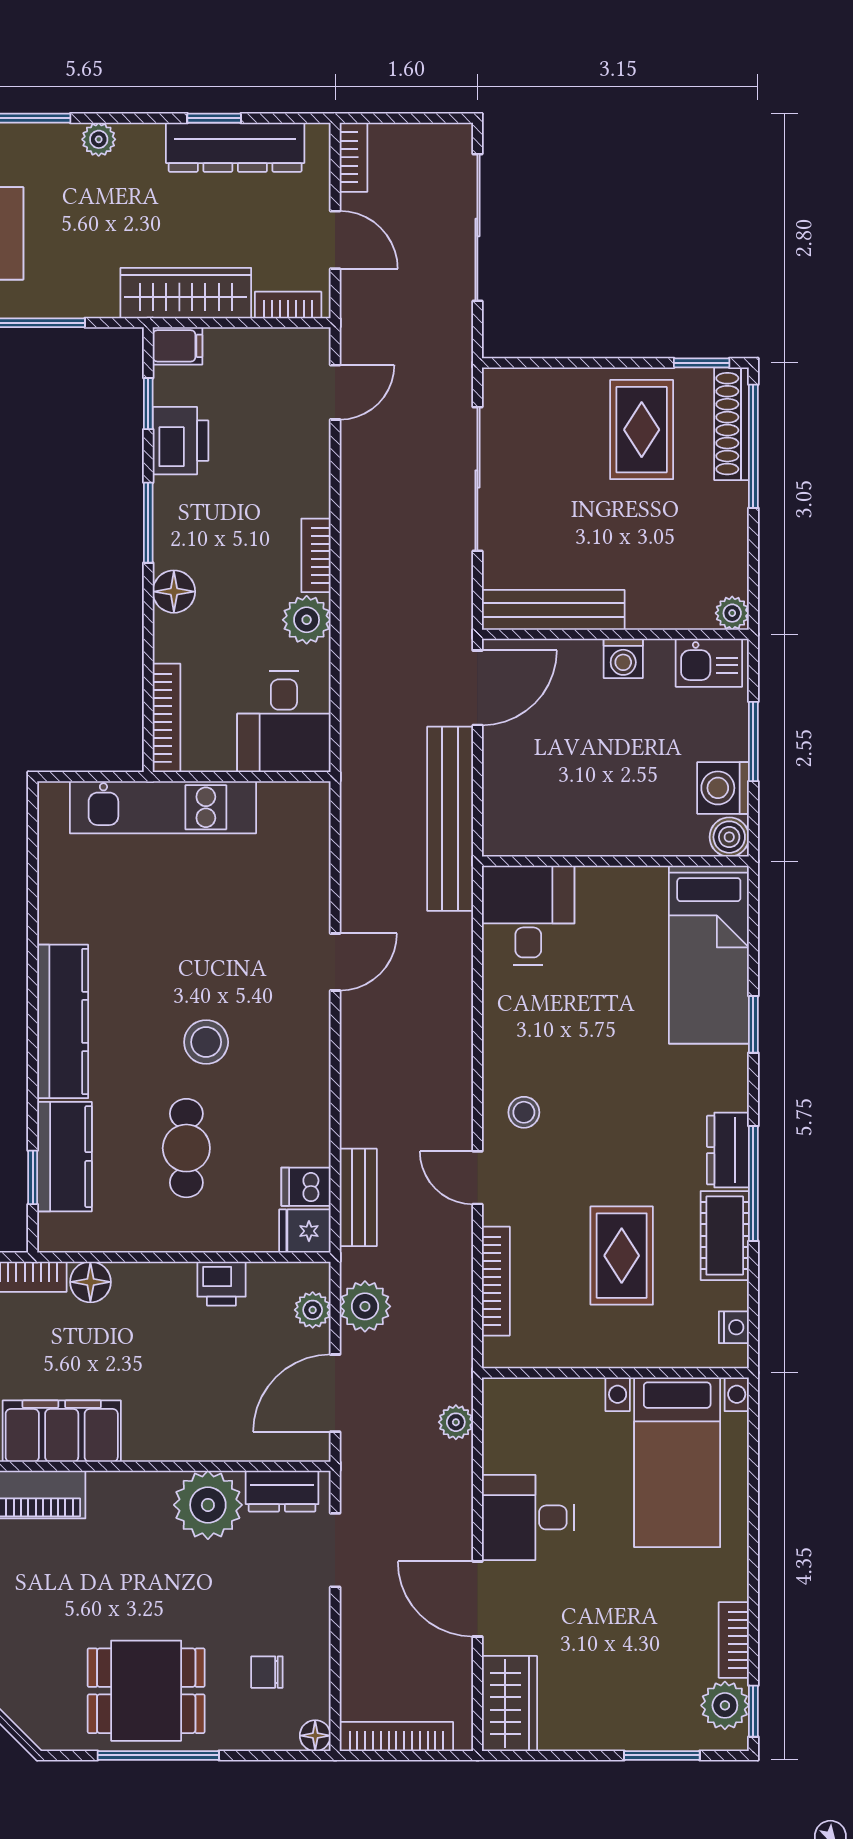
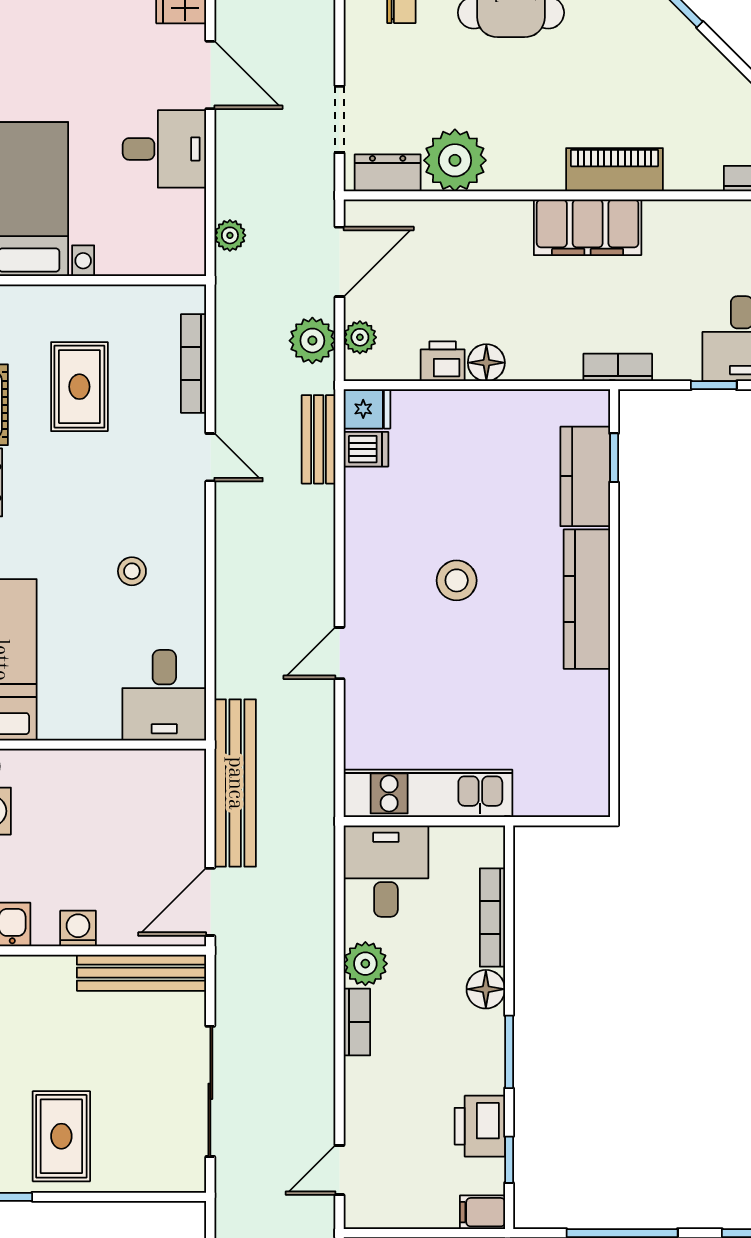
bookcase: (167, 718) -> (492, 918), moved
kitchen unit: (163, 807) -> (428, 793), moved
stool: (524, 1112) -> (132, 571), moved
cafe table: (186, 1148) -> (475, 484), removed
floor lamp: (90, 1282) -> (486, 363), moved

